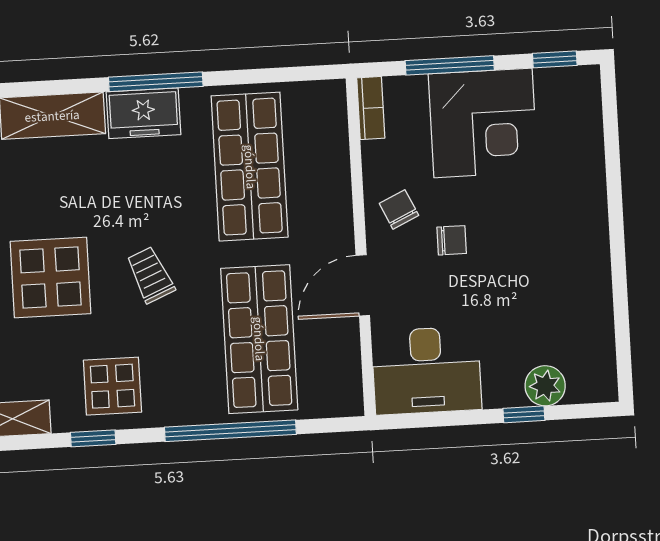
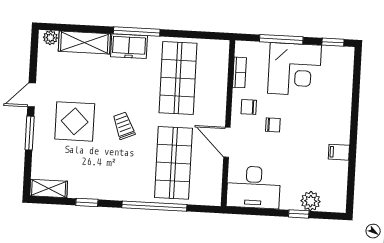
bookcase: (371, 108) -> (239, 72), moved
chair: (399, 209) -> (249, 107), turned -65
filing cabinet: (591, 281) -> (339, 152), added
door: (363, 285) -> (227, 142), hinge flipped
display table: (112, 386) -> (99, 178), removed

